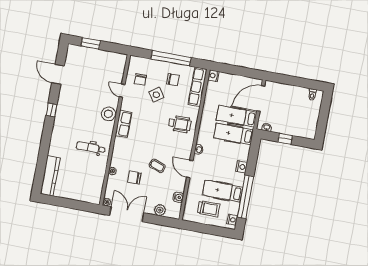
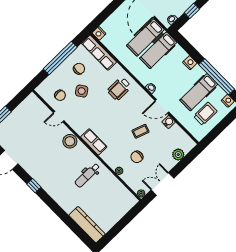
row of seats: (124, 124) -> (94, 142), moved
wheelchair: (180, 124) -> (119, 89), turned 180
water cooler: (178, 197) -> (169, 122), moved
double door: (127, 214) -> (162, 184), width x0.73

